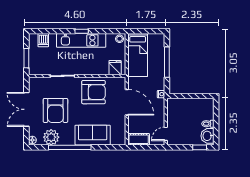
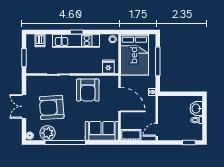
bed: (138, 55) -> (134, 55), width x1.50
armchair: (93, 92) -> (88, 90), turned 90
double door: (26, 109) -> (24, 106), width x0.73
armchair: (55, 110) -> (52, 107), turned 86
sofa: (93, 135) -> (102, 131), moved
washbasin: (207, 136) -> (196, 109), moved

